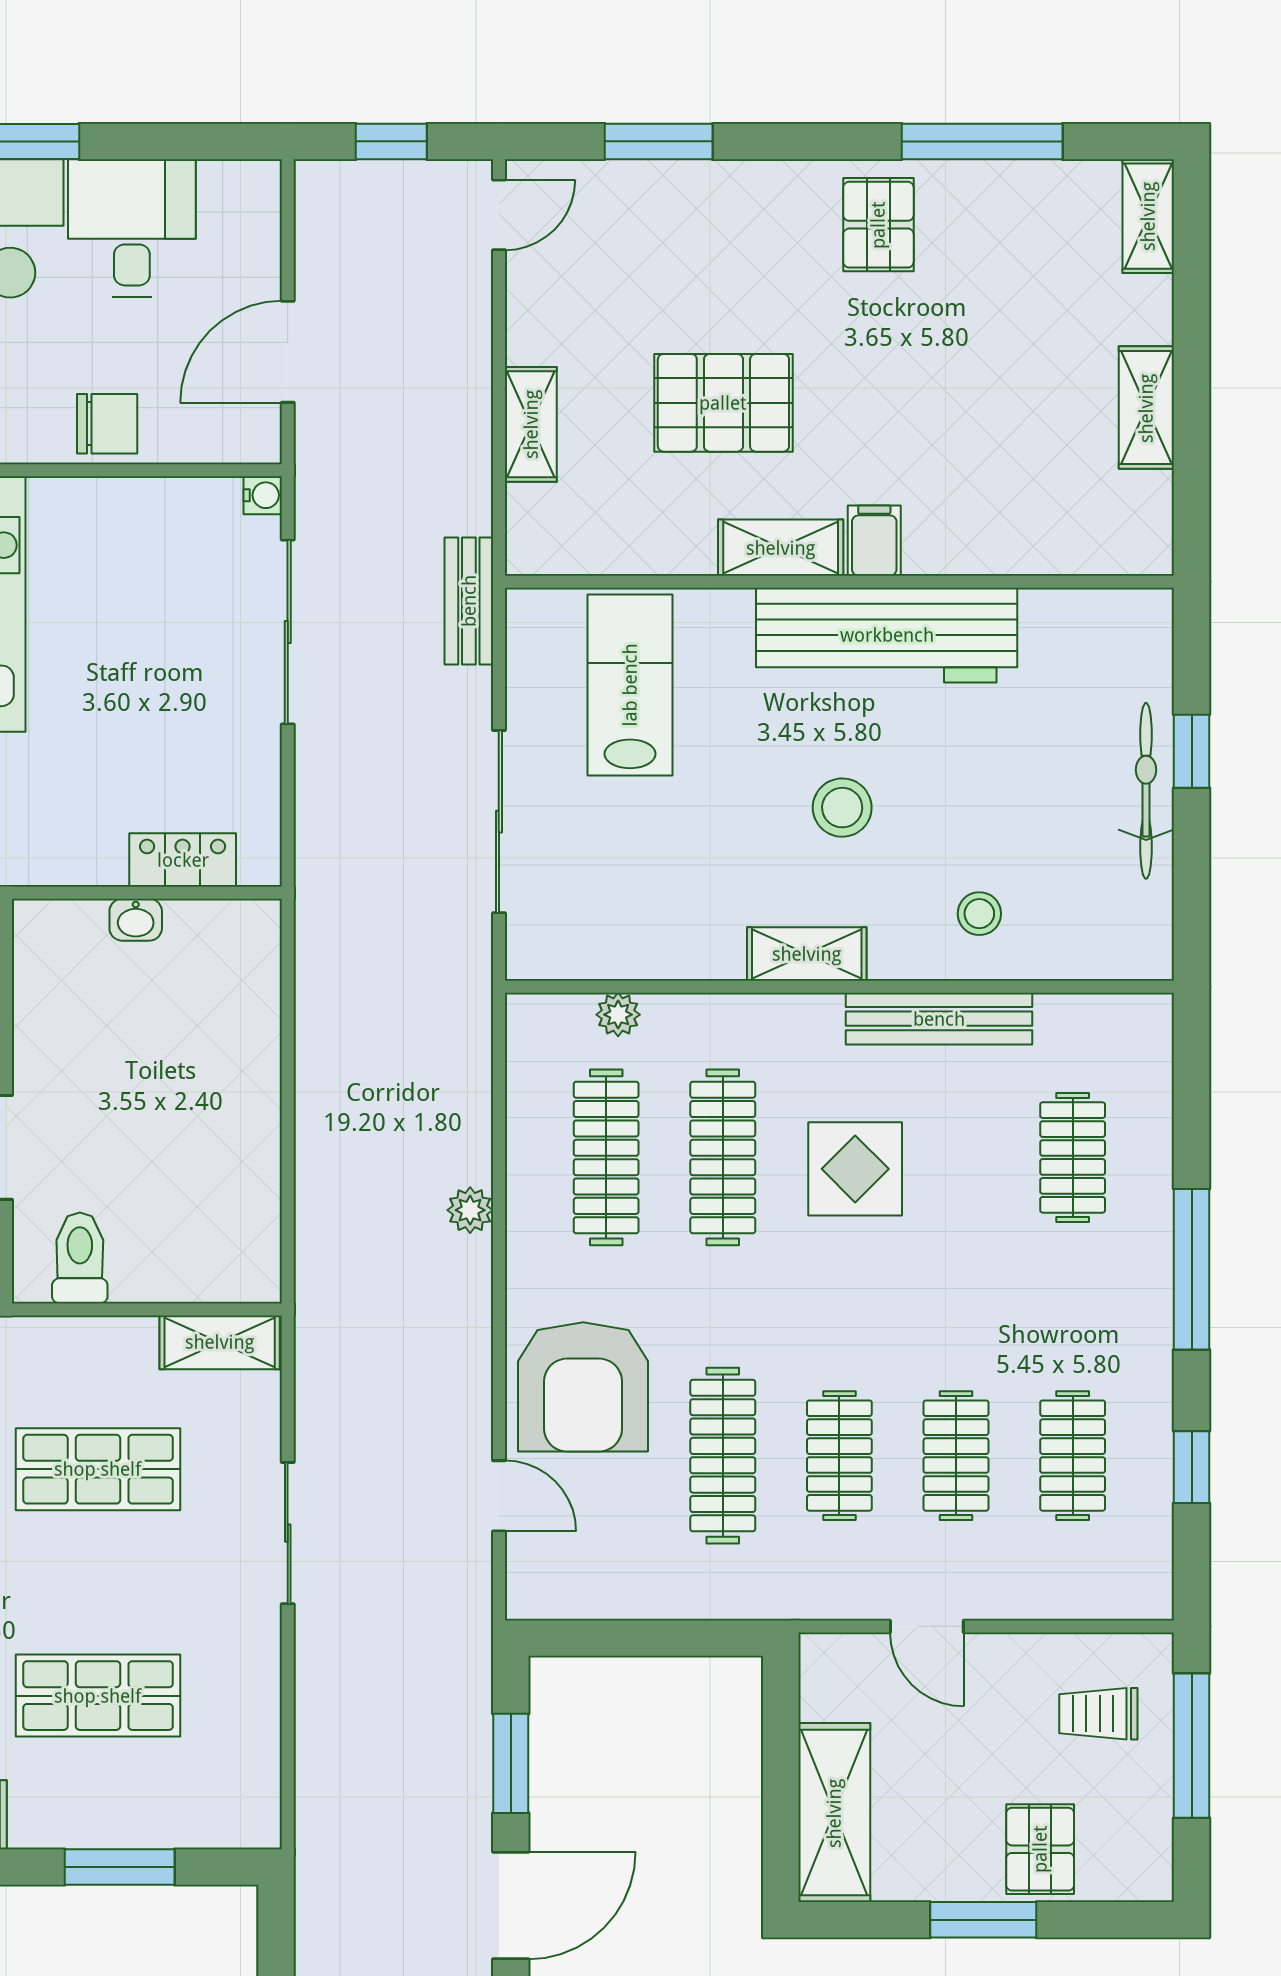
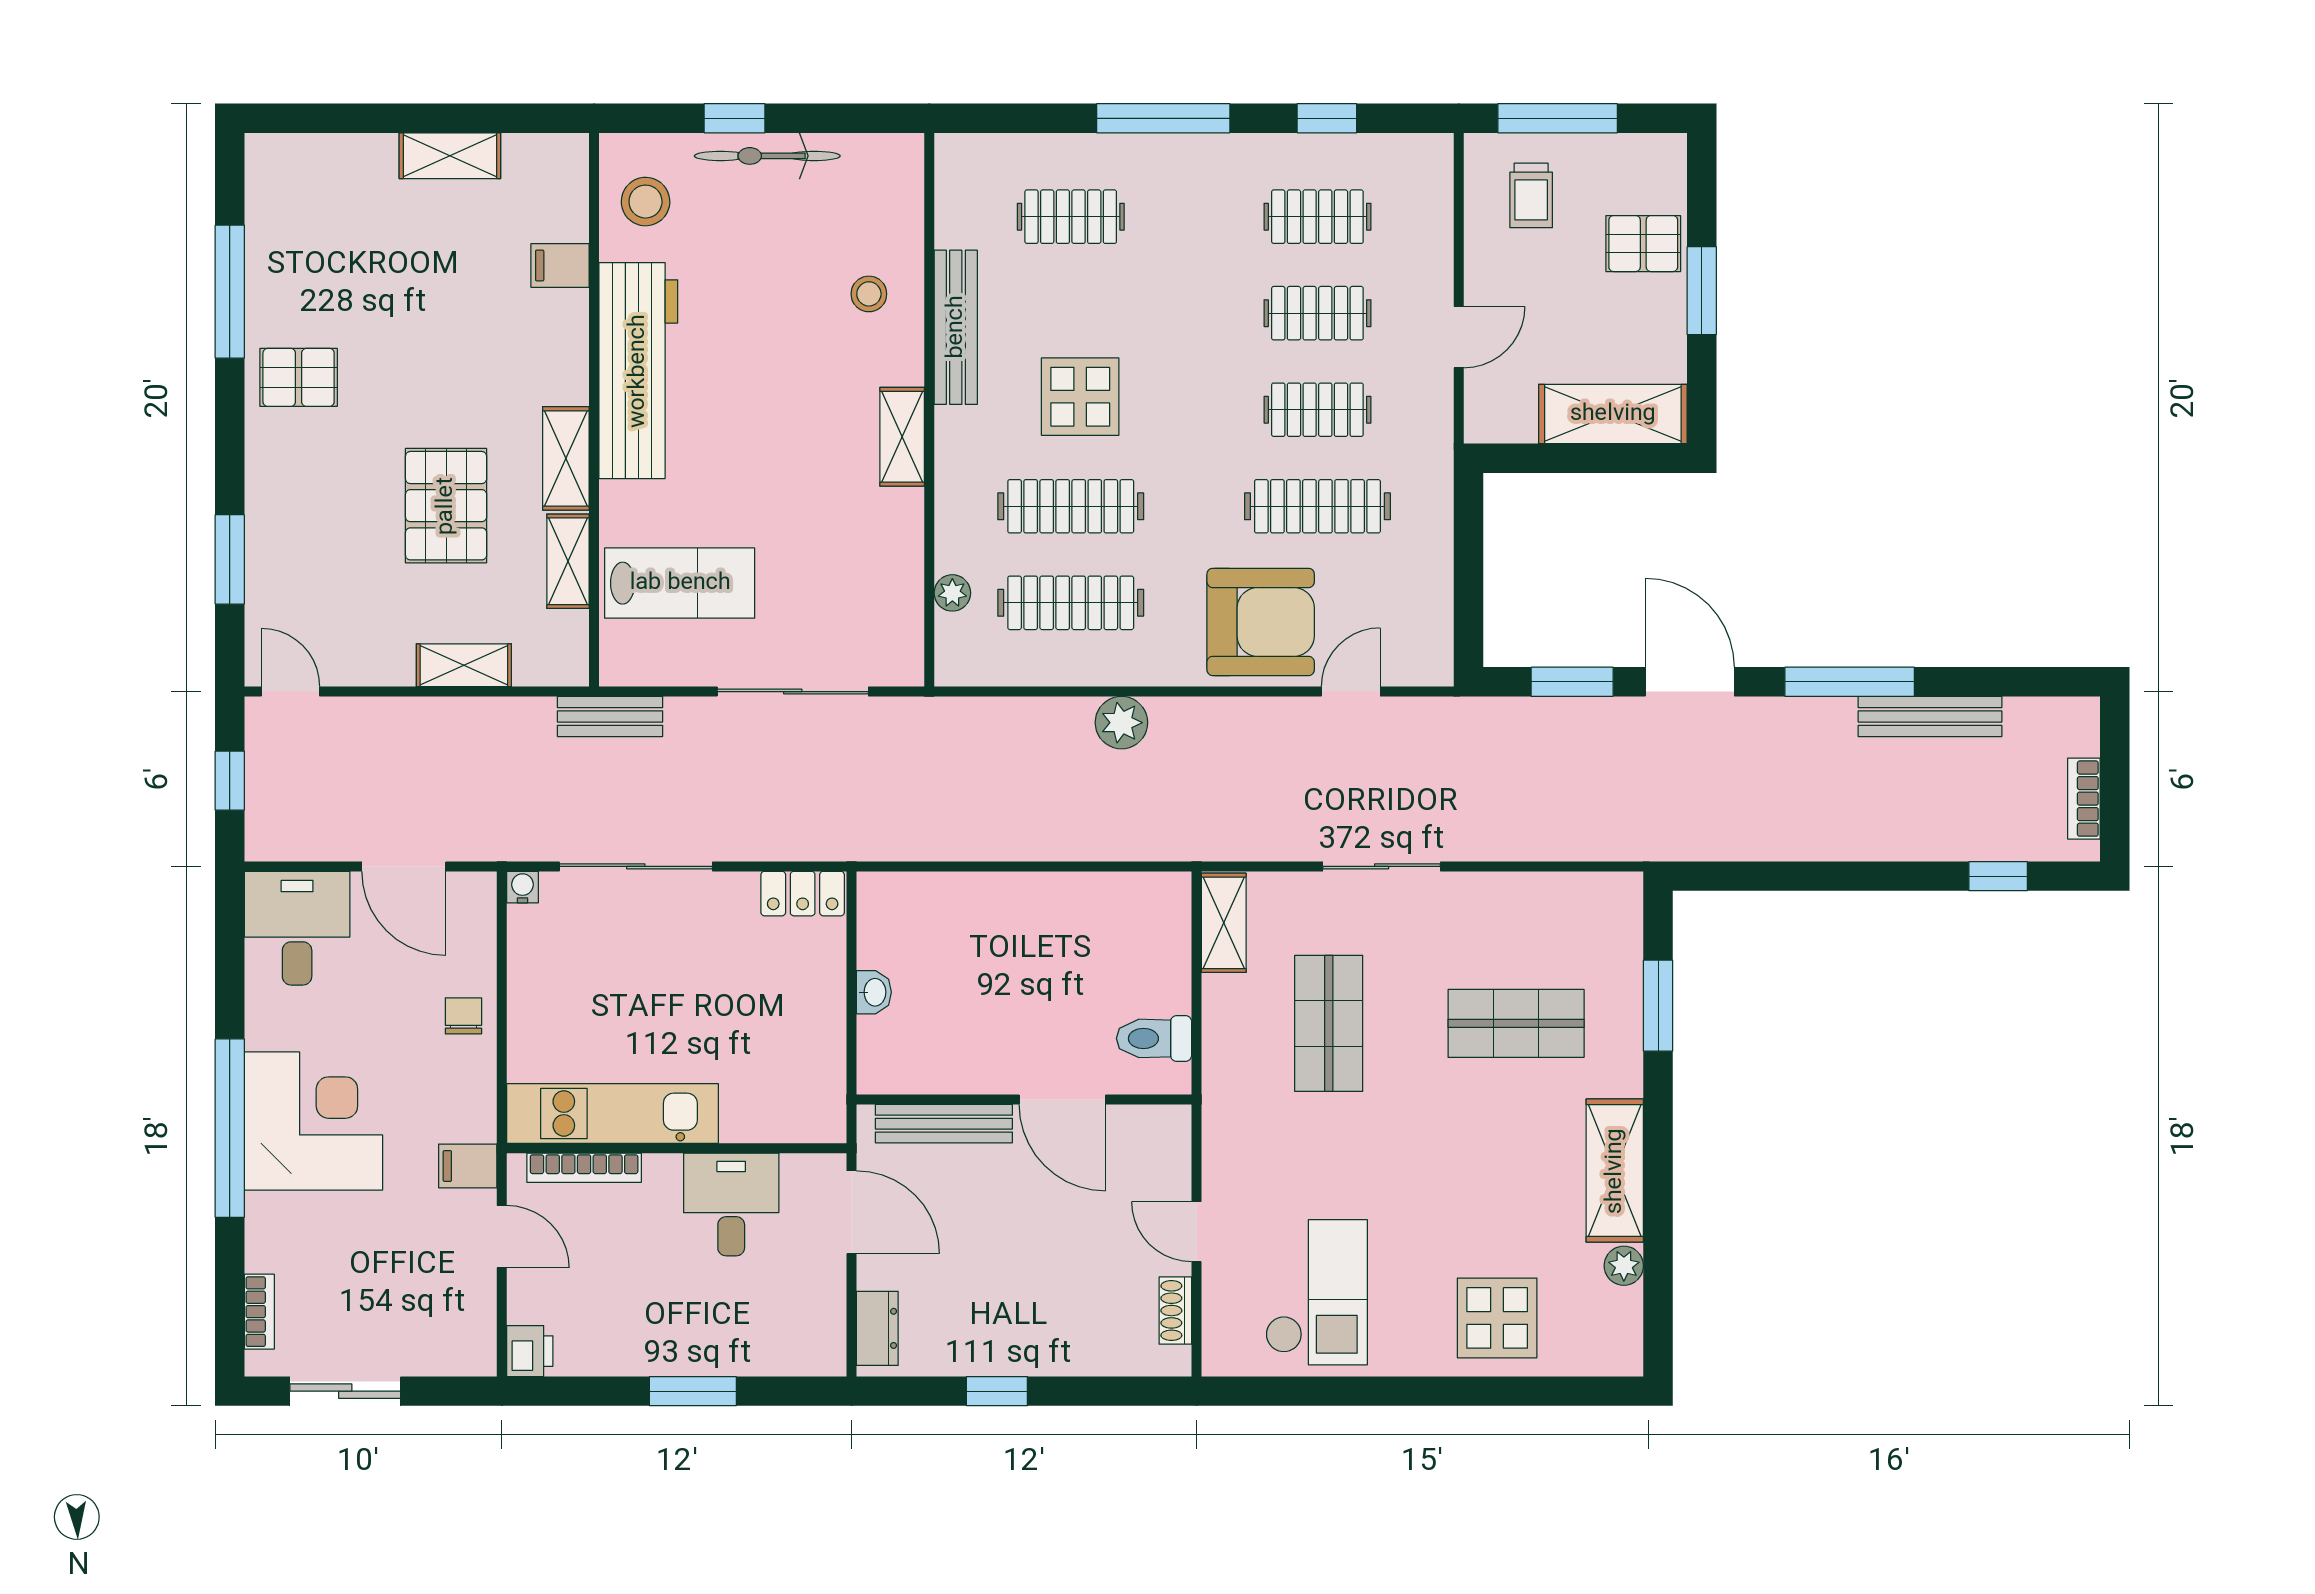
shelving: (1148, 216) -> (568, 561), moved, turned 90
desk: (132, 228) -> (297, 928), moved, turned 90
chair: (107, 424) -> (463, 1016), width x0.73, depth x0.73
filing cabinet: (874, 541) -> (560, 265), moved
lab bench: (630, 685) -> (680, 583), turned 180
stool: (842, 808) -> (646, 202), moved
locker: (183, 860) -> (803, 894), moved, turned -90
plant: (470, 1210) -> (1121, 723), width x1.38, depth x1.38
shop shelf: (98, 1696) -> (1516, 1023), turned 90

